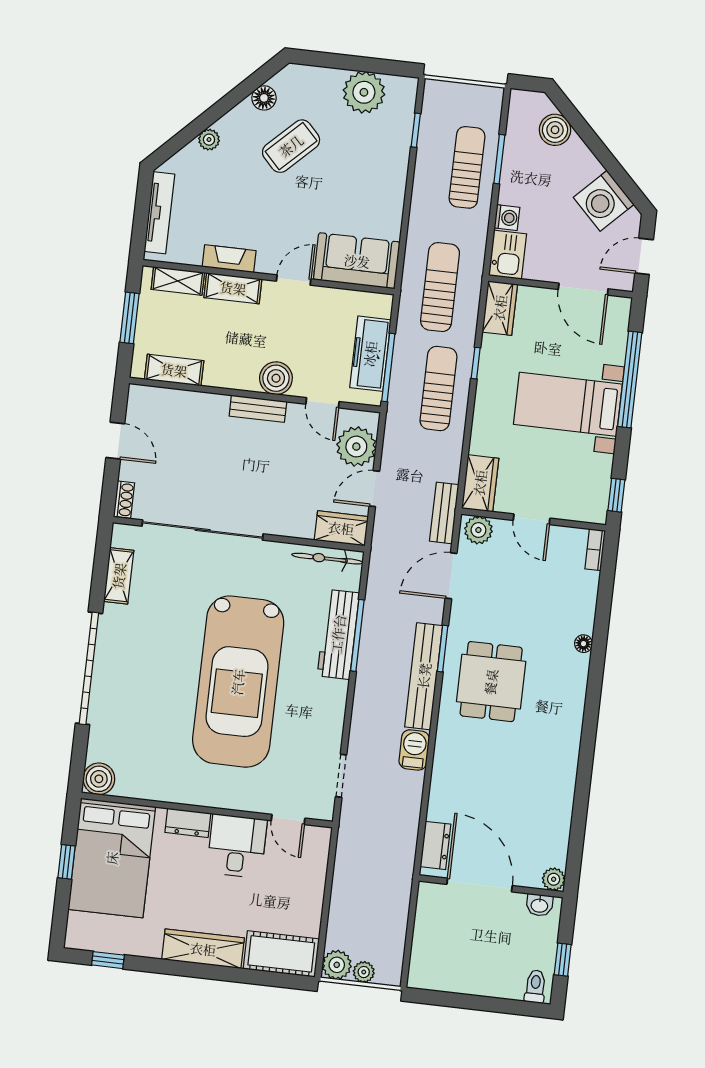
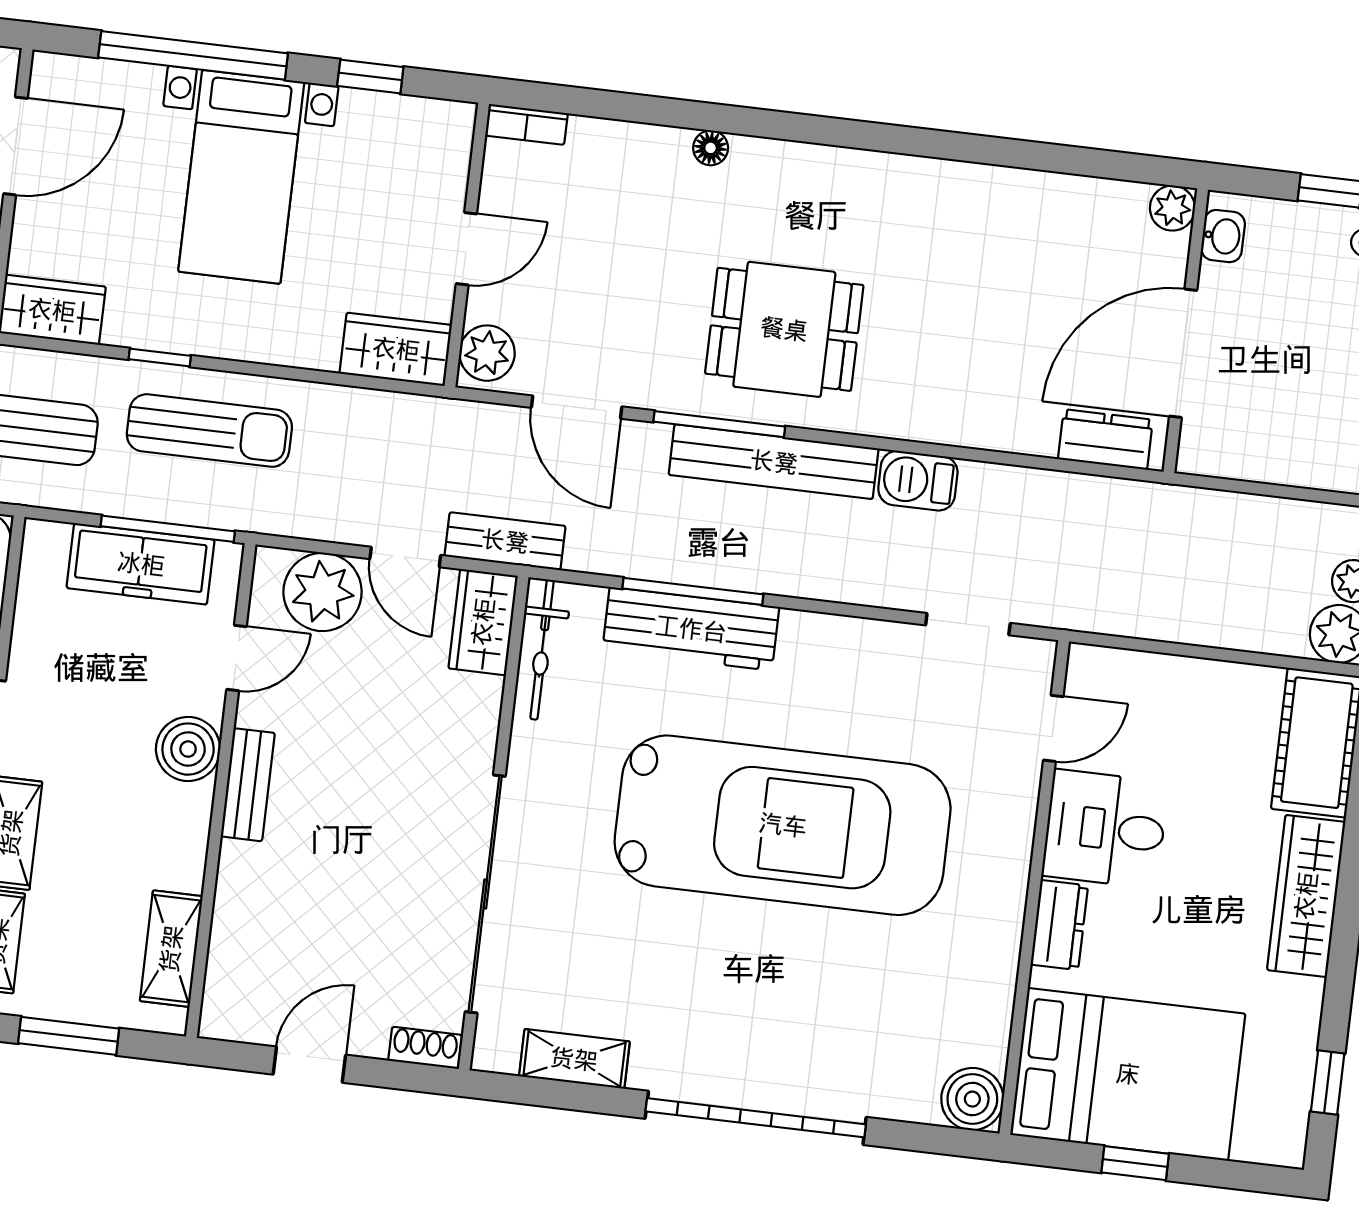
sun lounger: (438, 388) -> (209, 431), turned 180
window: (616, 495) -> (370, 76), moved
bench: (444, 513) -> (505, 541), moved
window: (443, 649) -> (719, 424), width x1.44

